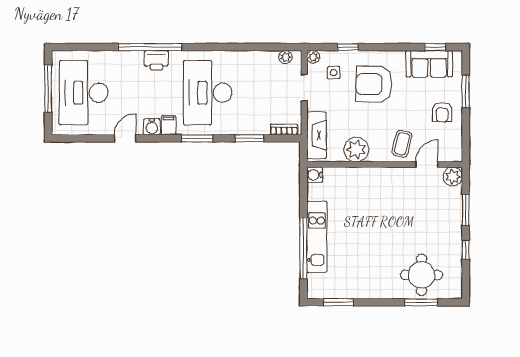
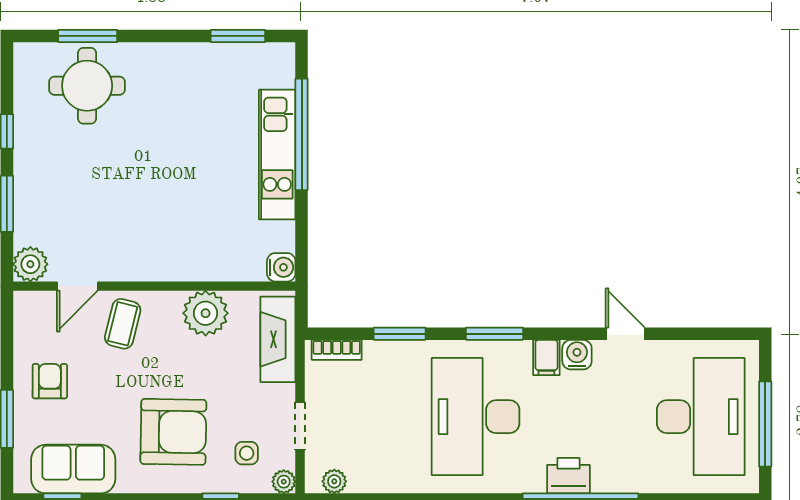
desk: (208, 93) -> (476, 417), turned 180
door: (125, 138) -> (625, 334), swing flipped

